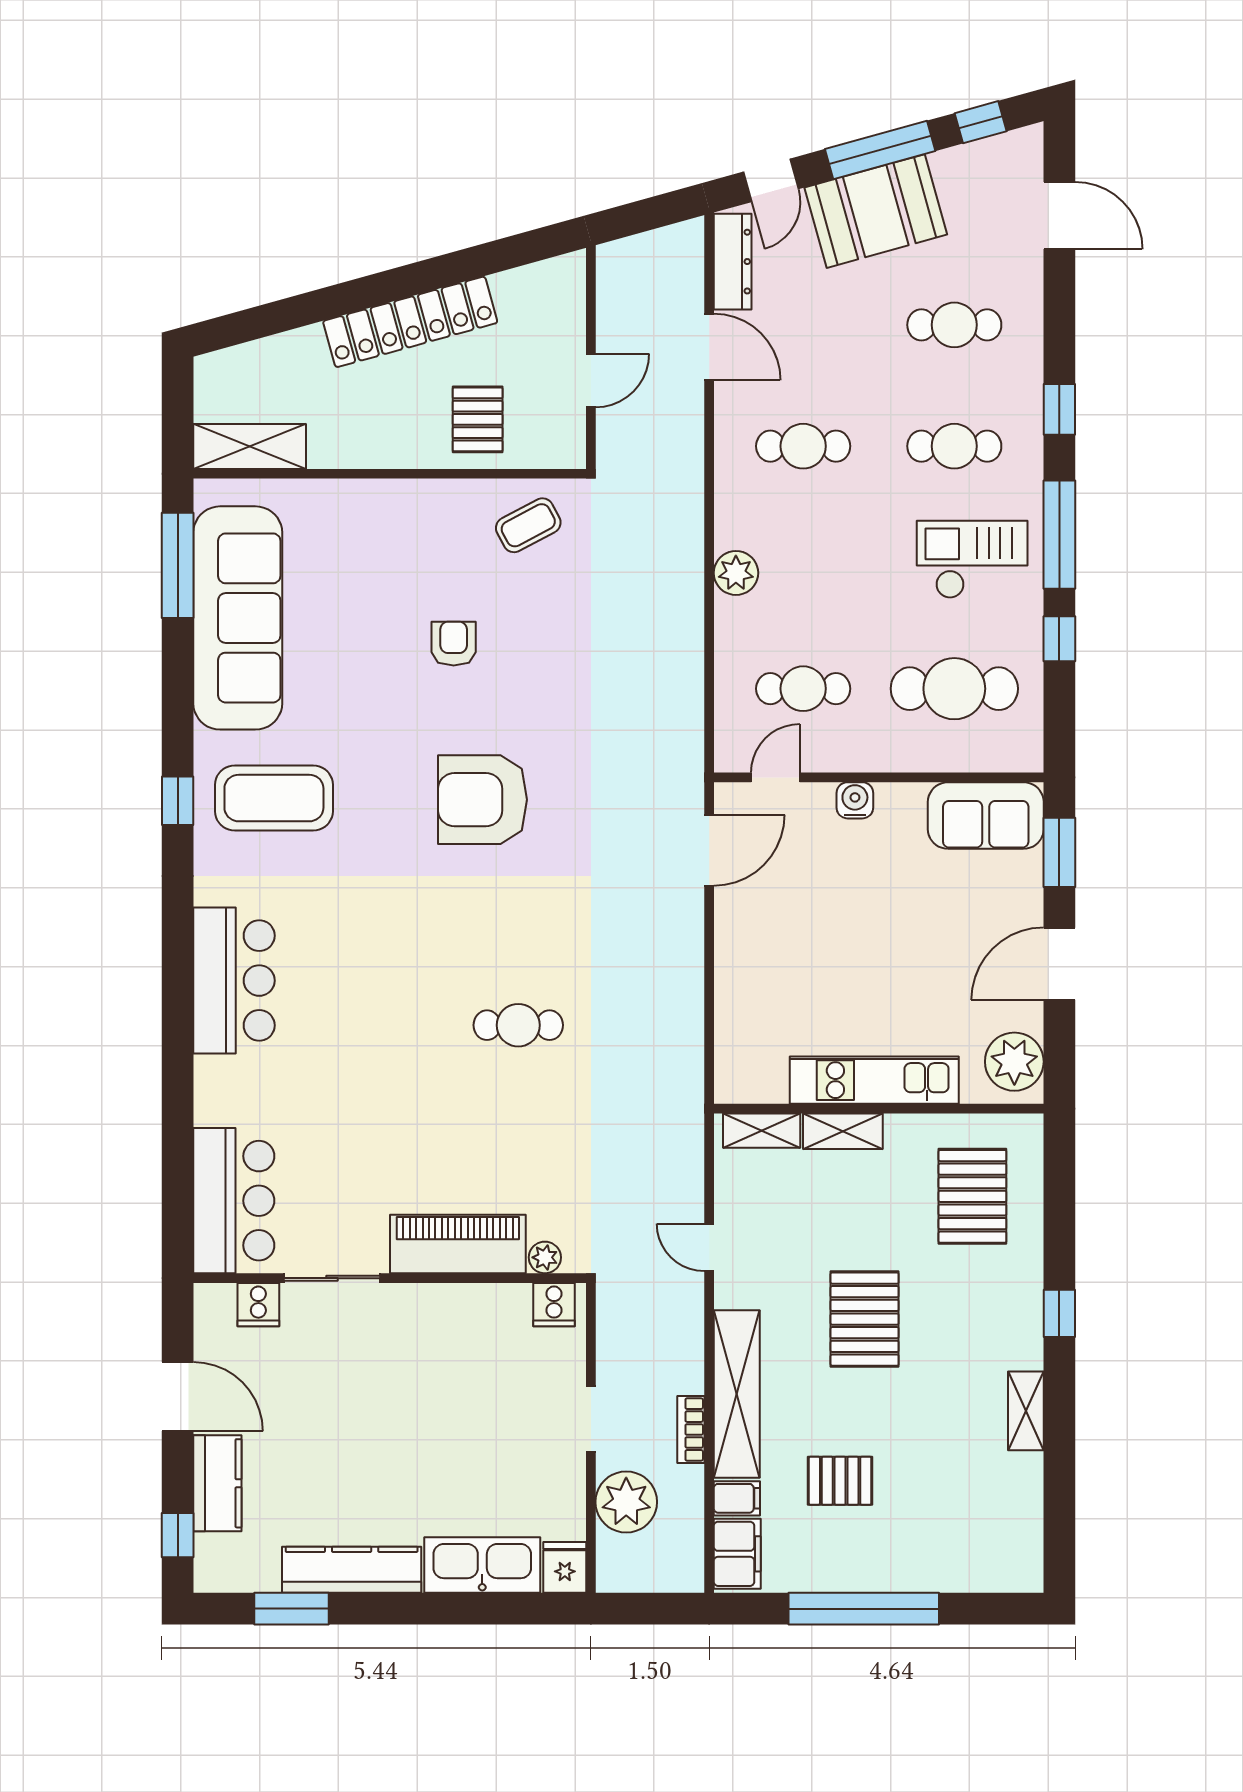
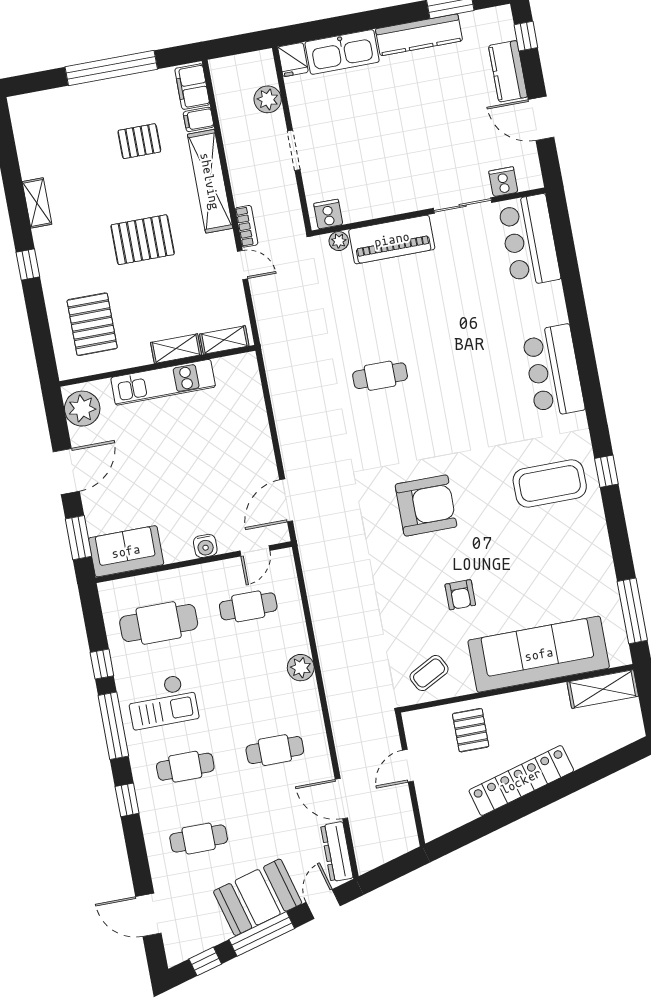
sofa: (238, 618) -> (539, 654), moved, turned 90
pallet: (865, 1319) -> (143, 240), turned 90
bookcase: (691, 1430) -> (247, 226), moved
plant: (626, 1502) -> (268, 99), width x0.73, depth x0.73

